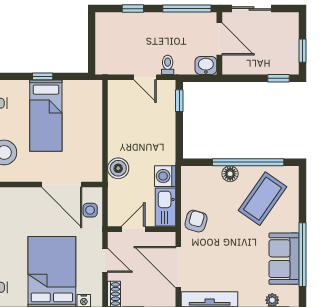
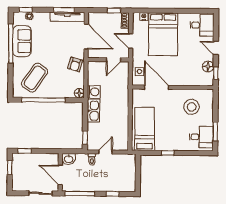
door: (145, 77) -> (106, 152), hinge flipped
bed: (46, 116) -> (145, 129), moved
boiler: (118, 168) -> (122, 97), removed
floor lamp: (230, 174) -> (79, 93), moved
kitchen sink: (166, 207) -> (93, 111), moved

